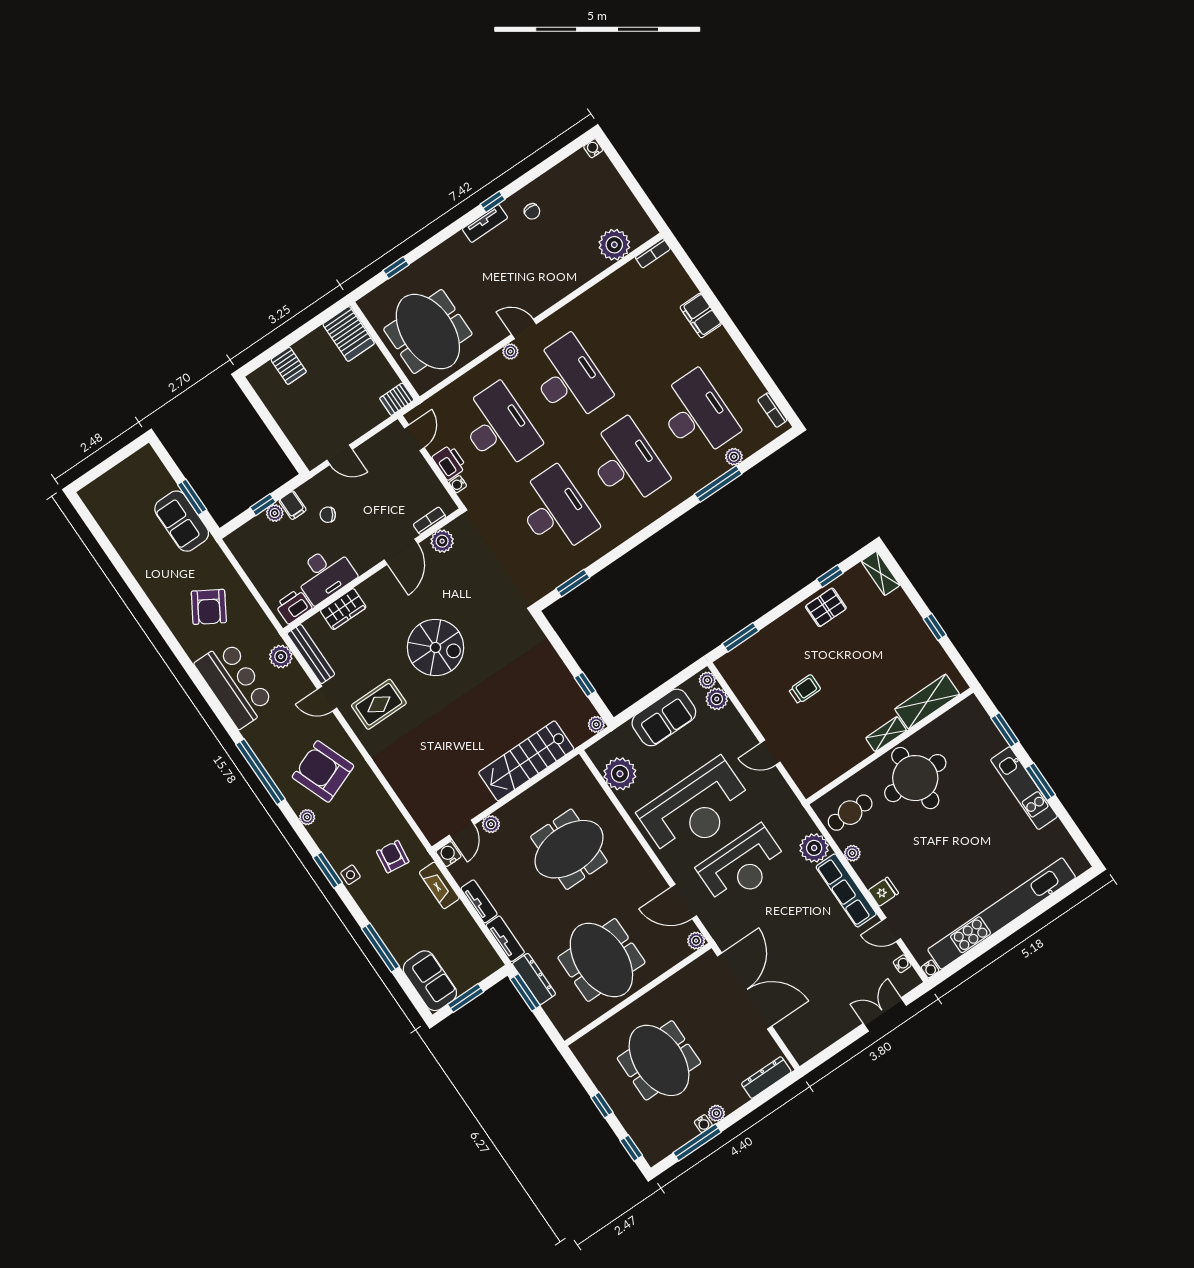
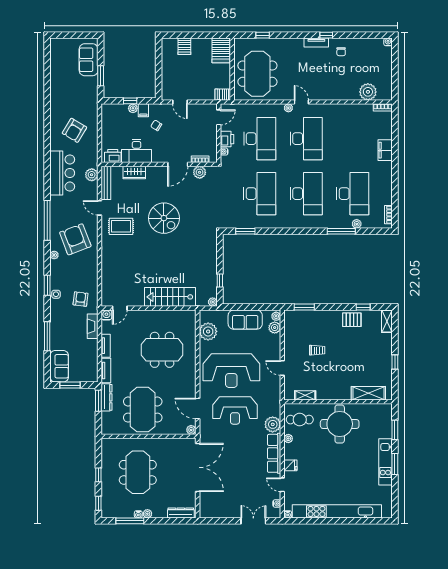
sofa: (182, 521) -> (89, 60), moved
shelving: (886, 734) -> (305, 395), moved
plant: (491, 824) -> (135, 315), removed

